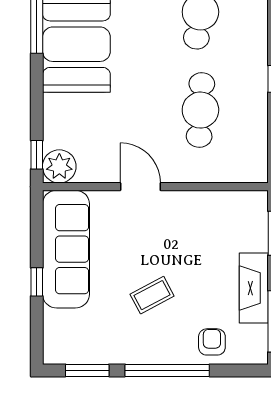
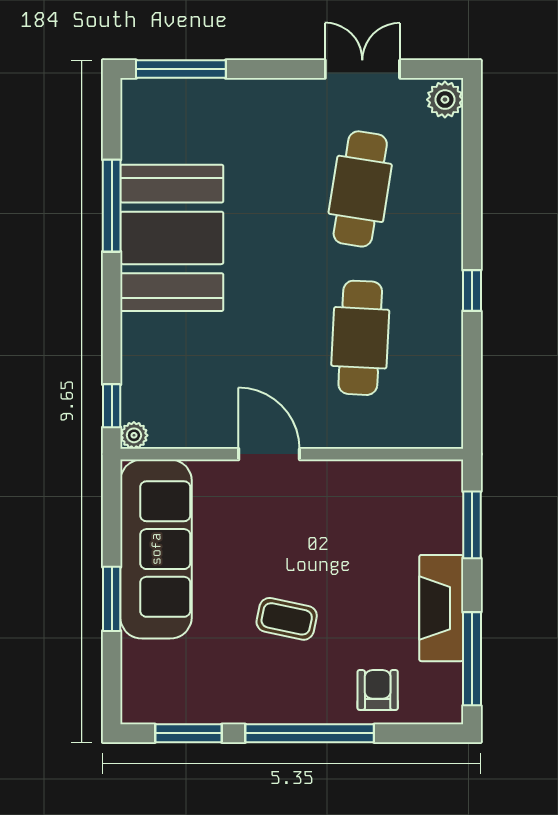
plant: (59, 166) -> (134, 435), width x0.53, depth x0.53
window: (37, 282) -> (112, 599), width x1.50
coffee table: (152, 295) -> (287, 619), turned 40

